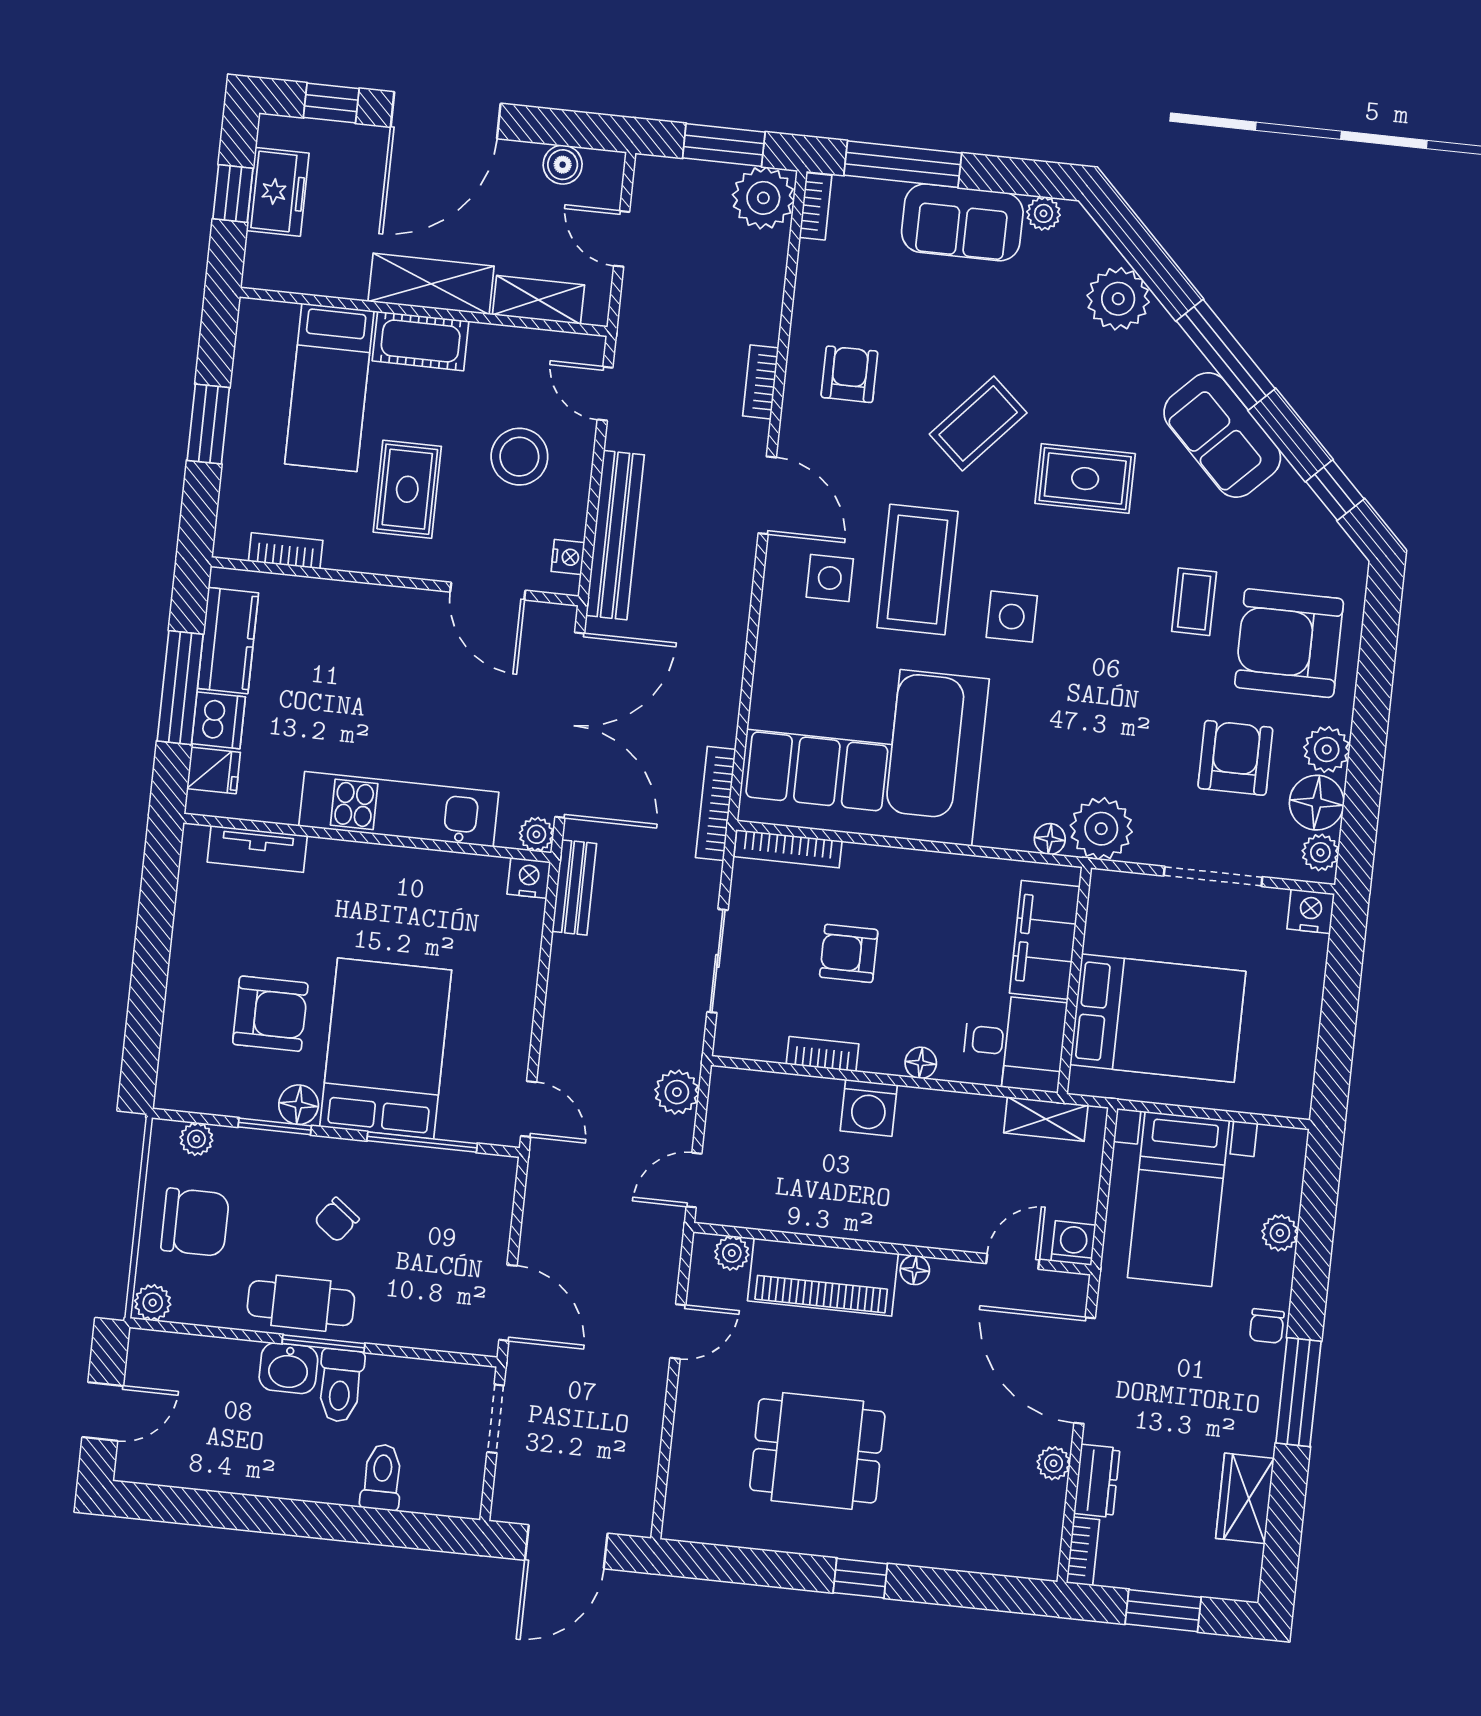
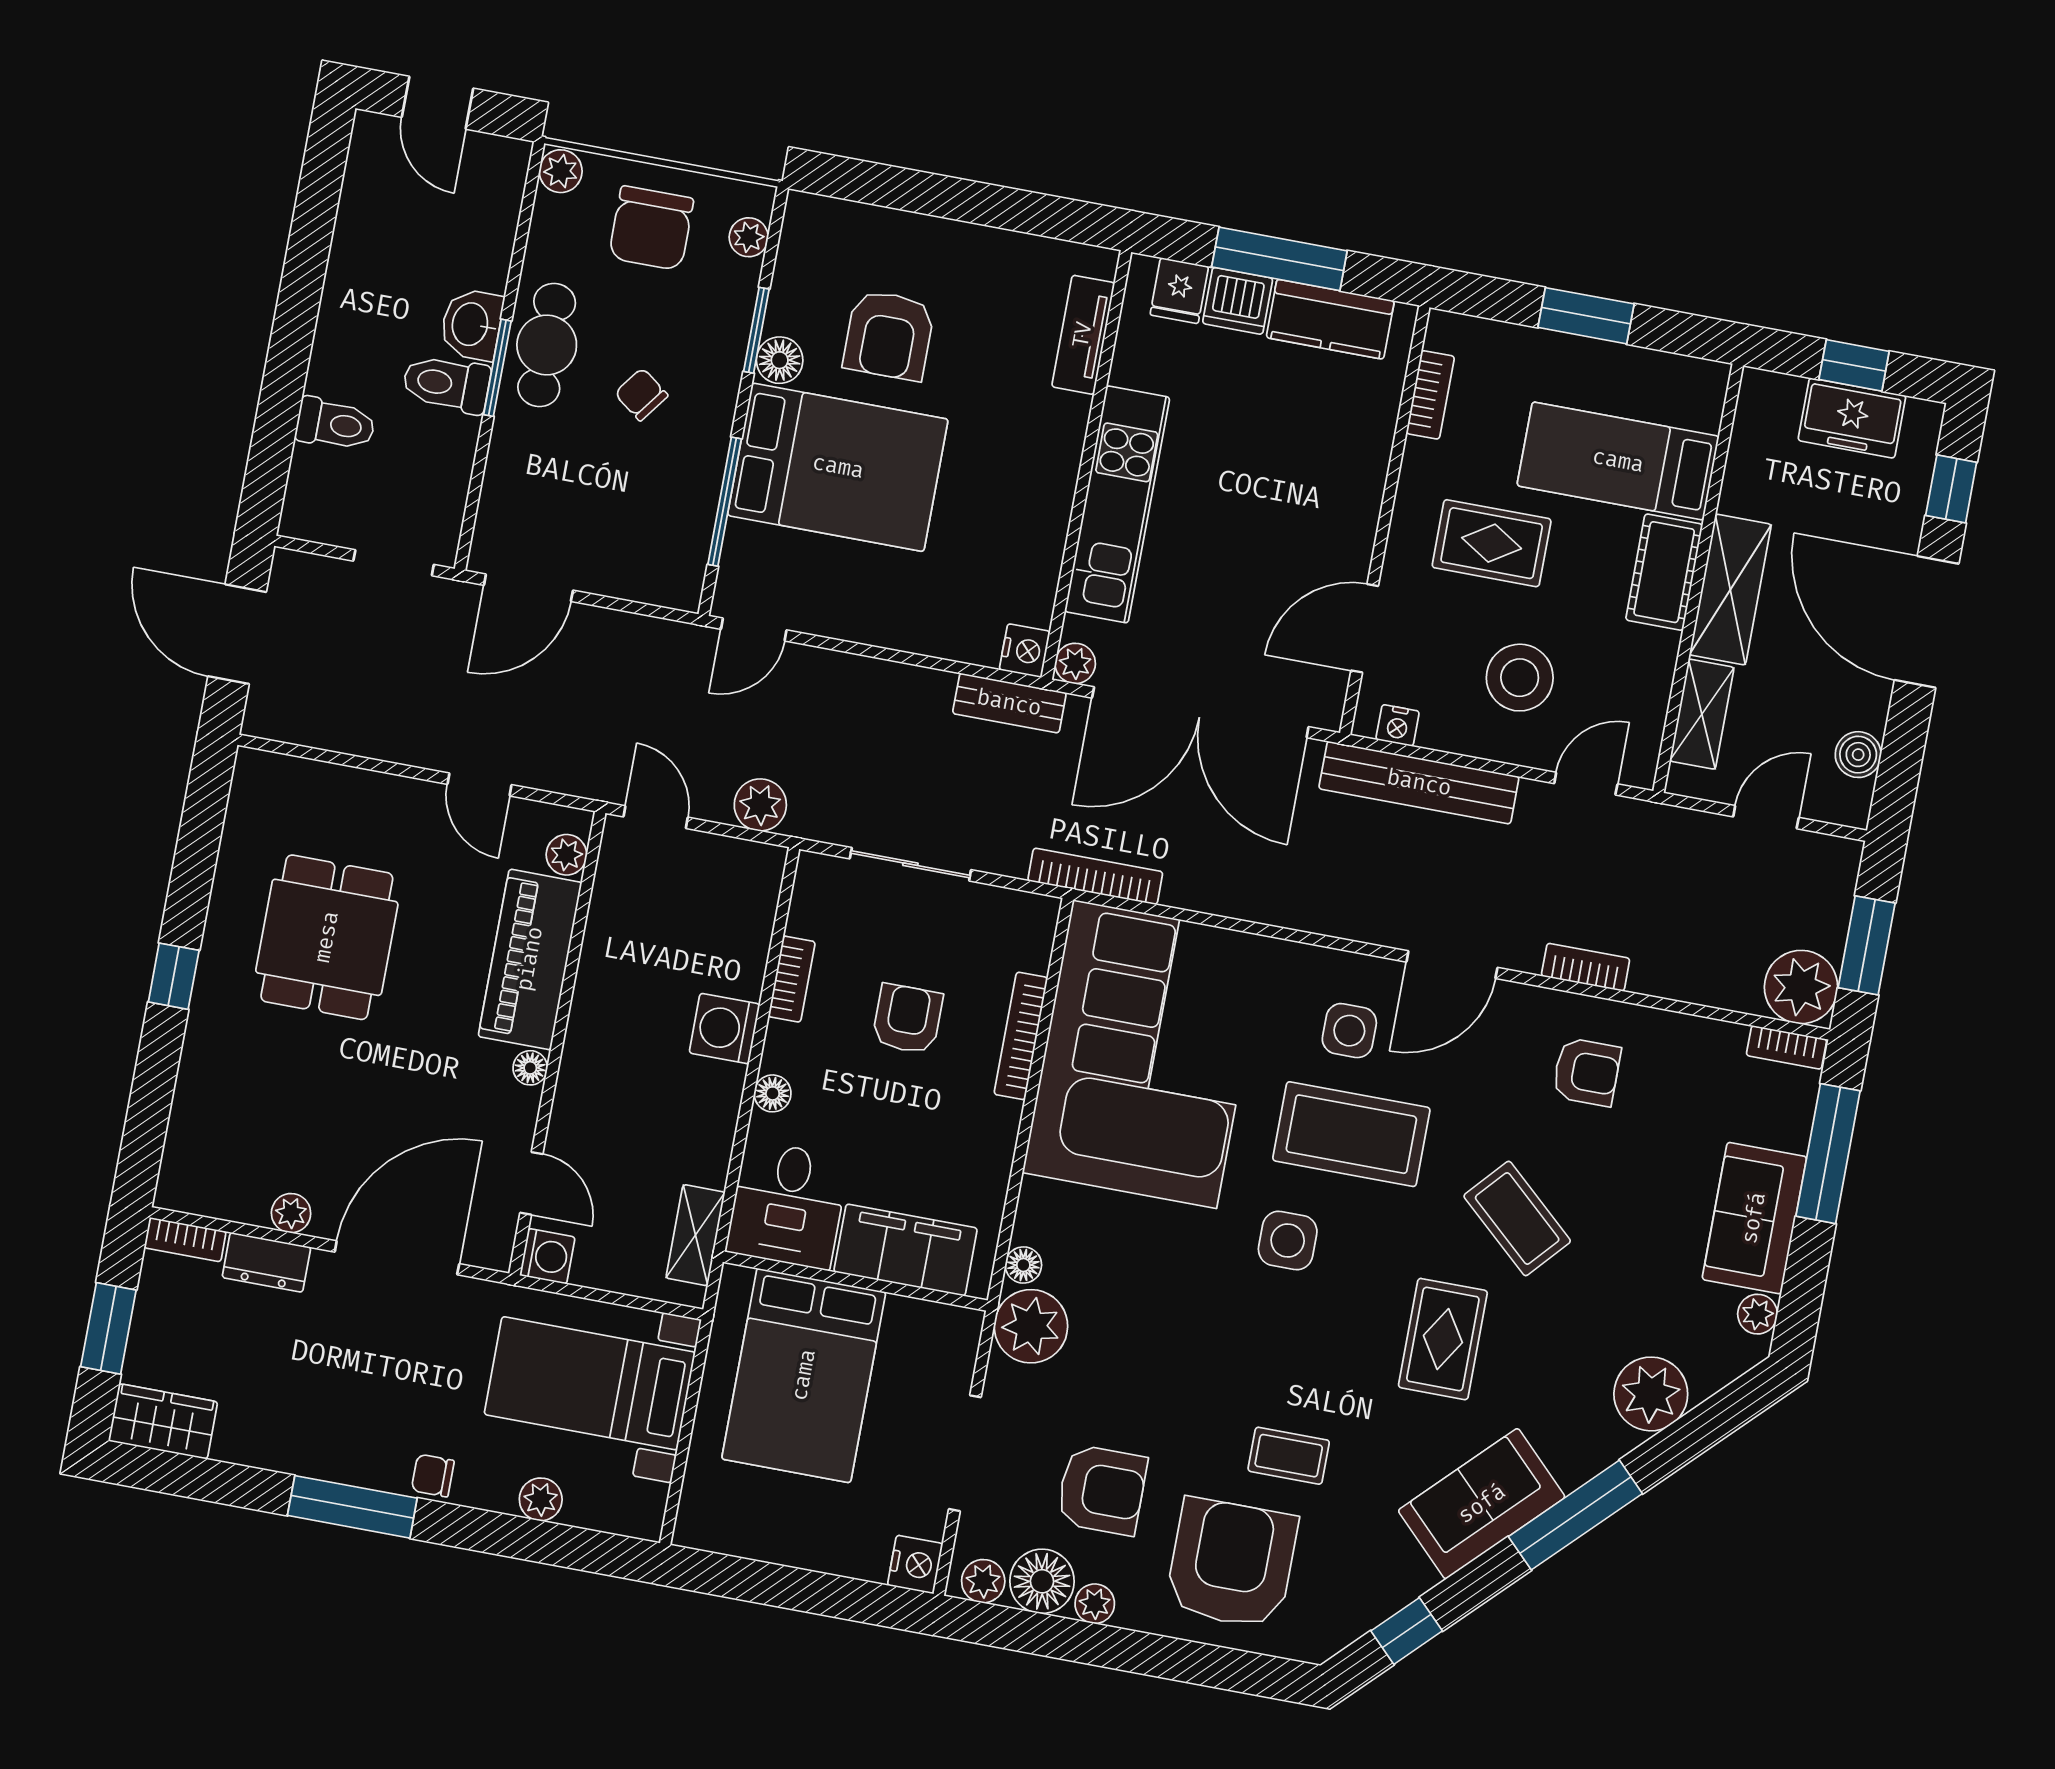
plant: (1327, 749) -> (1095, 1604), width x0.73, depth x0.73
bookcase: (788, 849) -> (1021, 1036), moved
wardrobe: (1245, 1498) -> (163, 1421), moved

